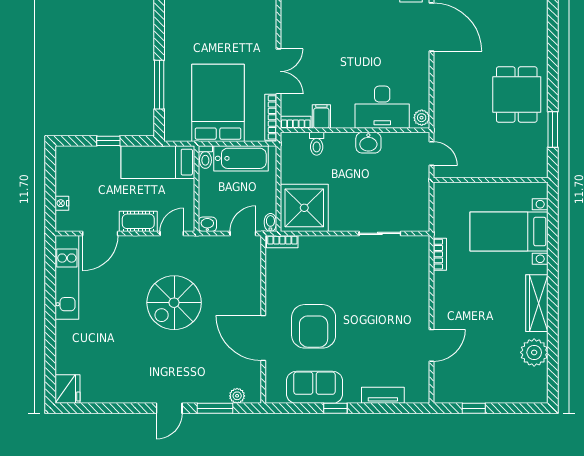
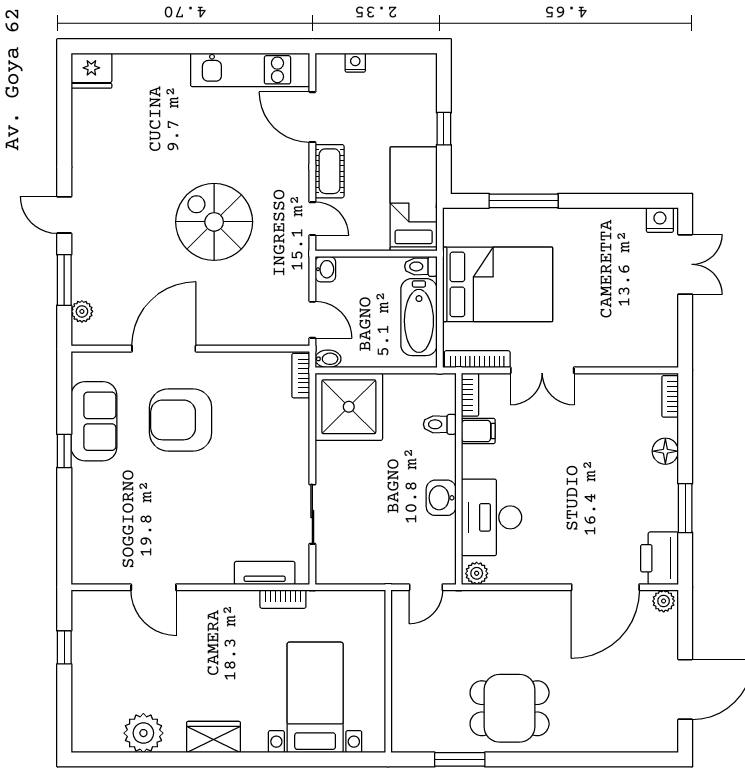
wardrobe: (537, 303) -> (214, 737), width x0.67
tv unit: (383, 395) -> (265, 573), moved, turned -90

